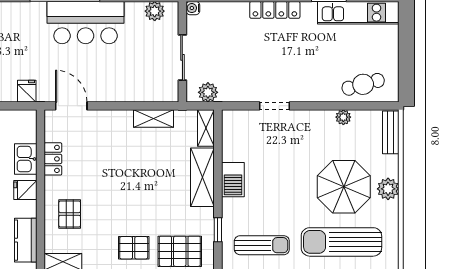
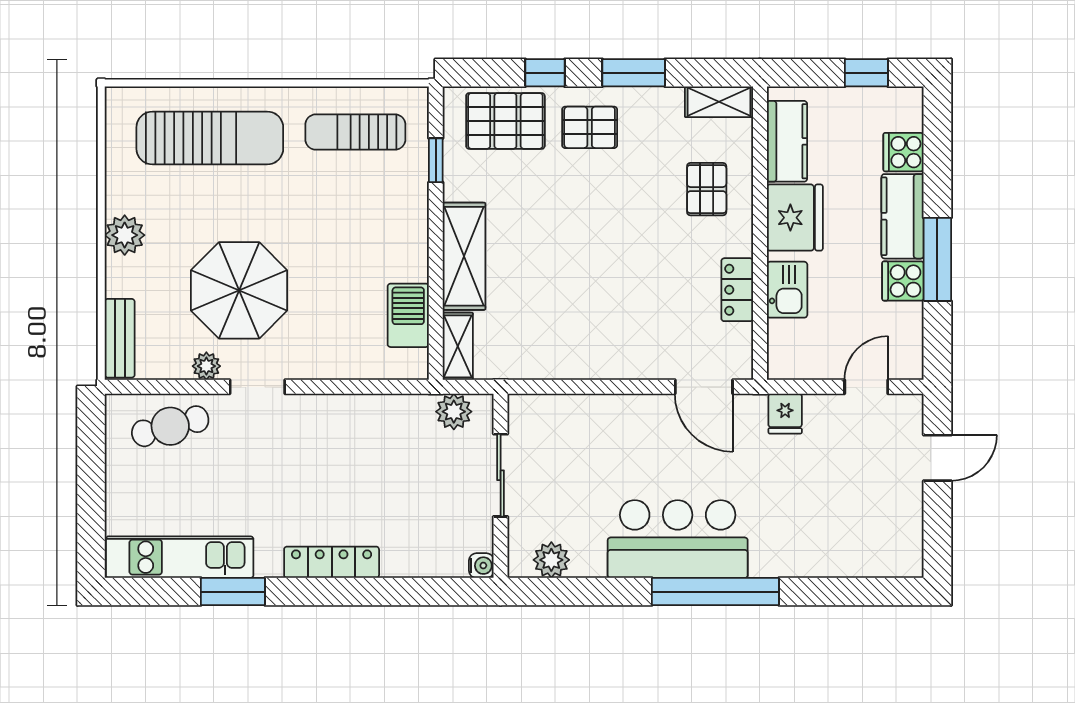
doorway: (274, 106) -> (257, 387), moved
shelving: (153, 118) -> (553, 364), removed
barbecue: (233, 180) -> (408, 315), moved
parasol: (344, 187) -> (239, 290), moved
fridge: (25, 190) -> (795, 218), width x1.88, depth x1.34

